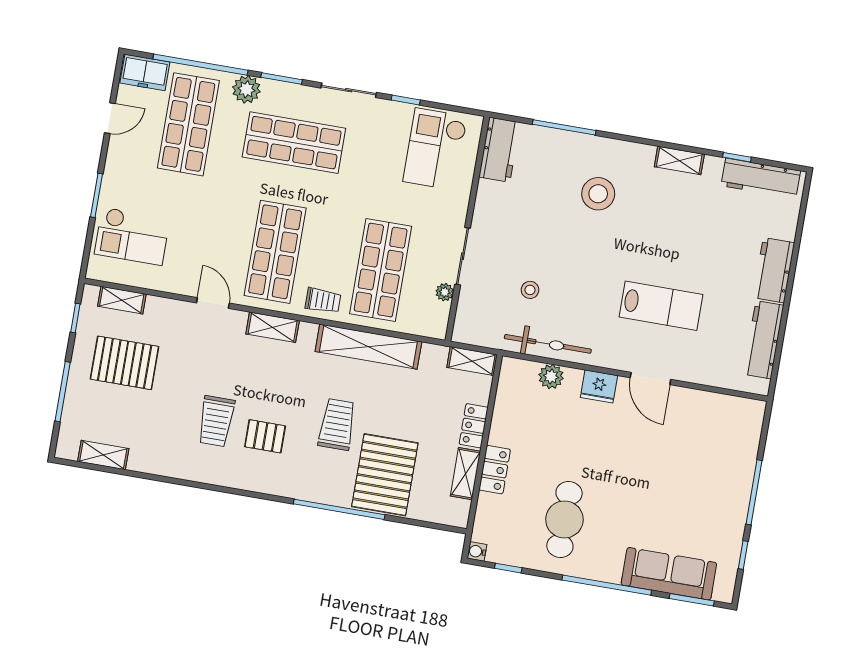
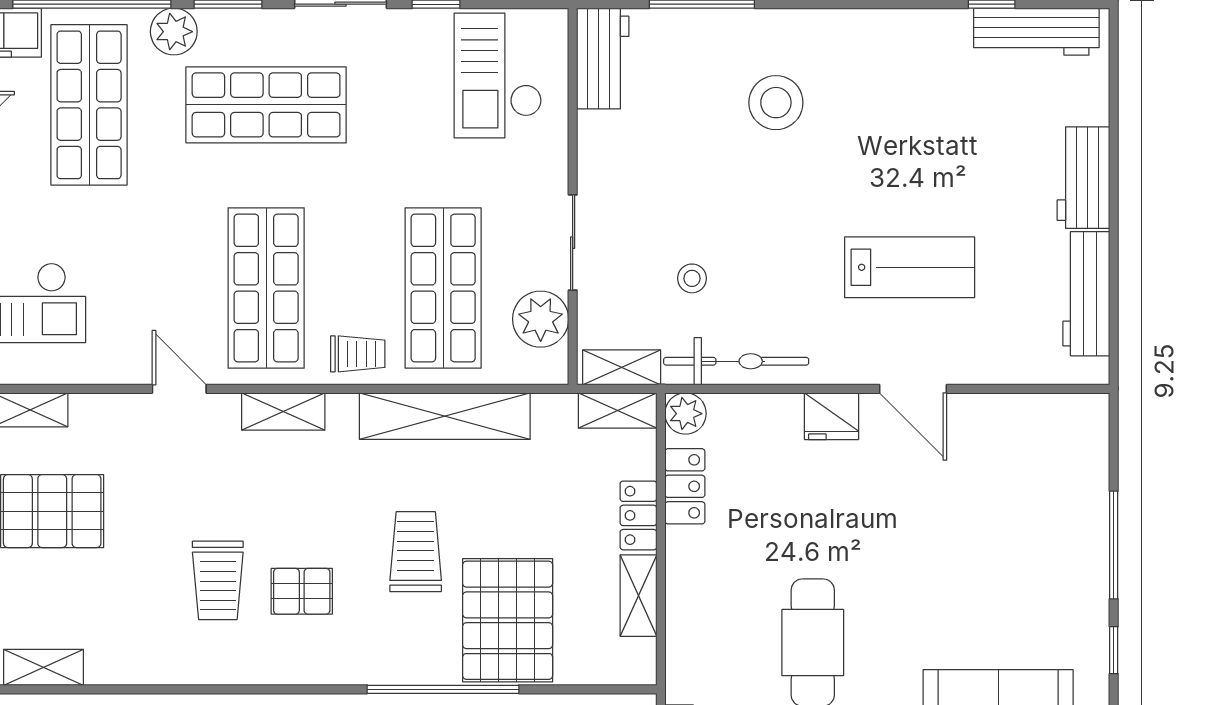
shelving: (679, 160) -> (622, 367), moved
plant: (445, 292) -> (541, 319), width x1.87, depth x1.87
plant: (551, 377) -> (686, 414), moved
locker: (495, 470) -> (685, 486), moved

